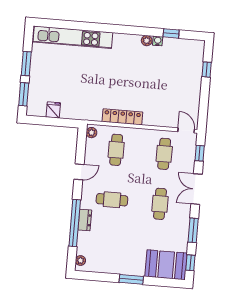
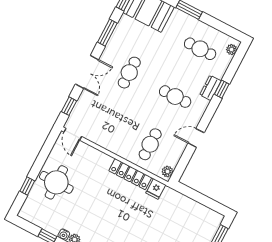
round table: (183, 83) -> (56, 182), added
fridge: (53, 110) -> (156, 189), moved
cafe table: (164, 154) -> (200, 49), moved, turned 90
window: (75, 223) -> (222, 89), width x0.32

